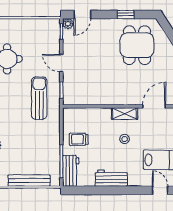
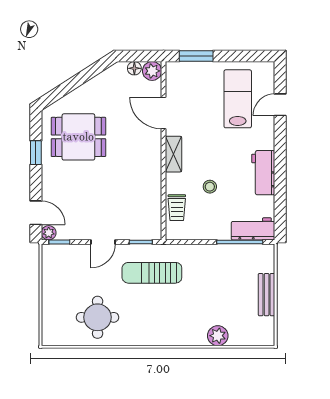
trolley: (79, 139) -> (177, 208), moved
stool: (125, 139) -> (210, 187), moved
bench: (29, 181) -> (267, 295), width x0.73

